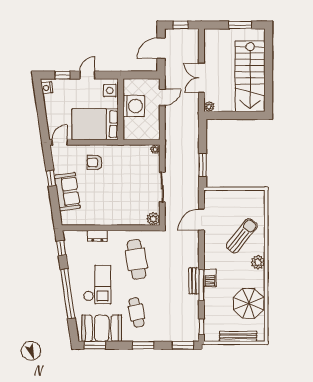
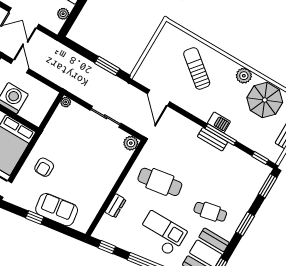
plant: (209, 107) -> (63, 14), moved
plant: (258, 262) -> (244, 76), moved

